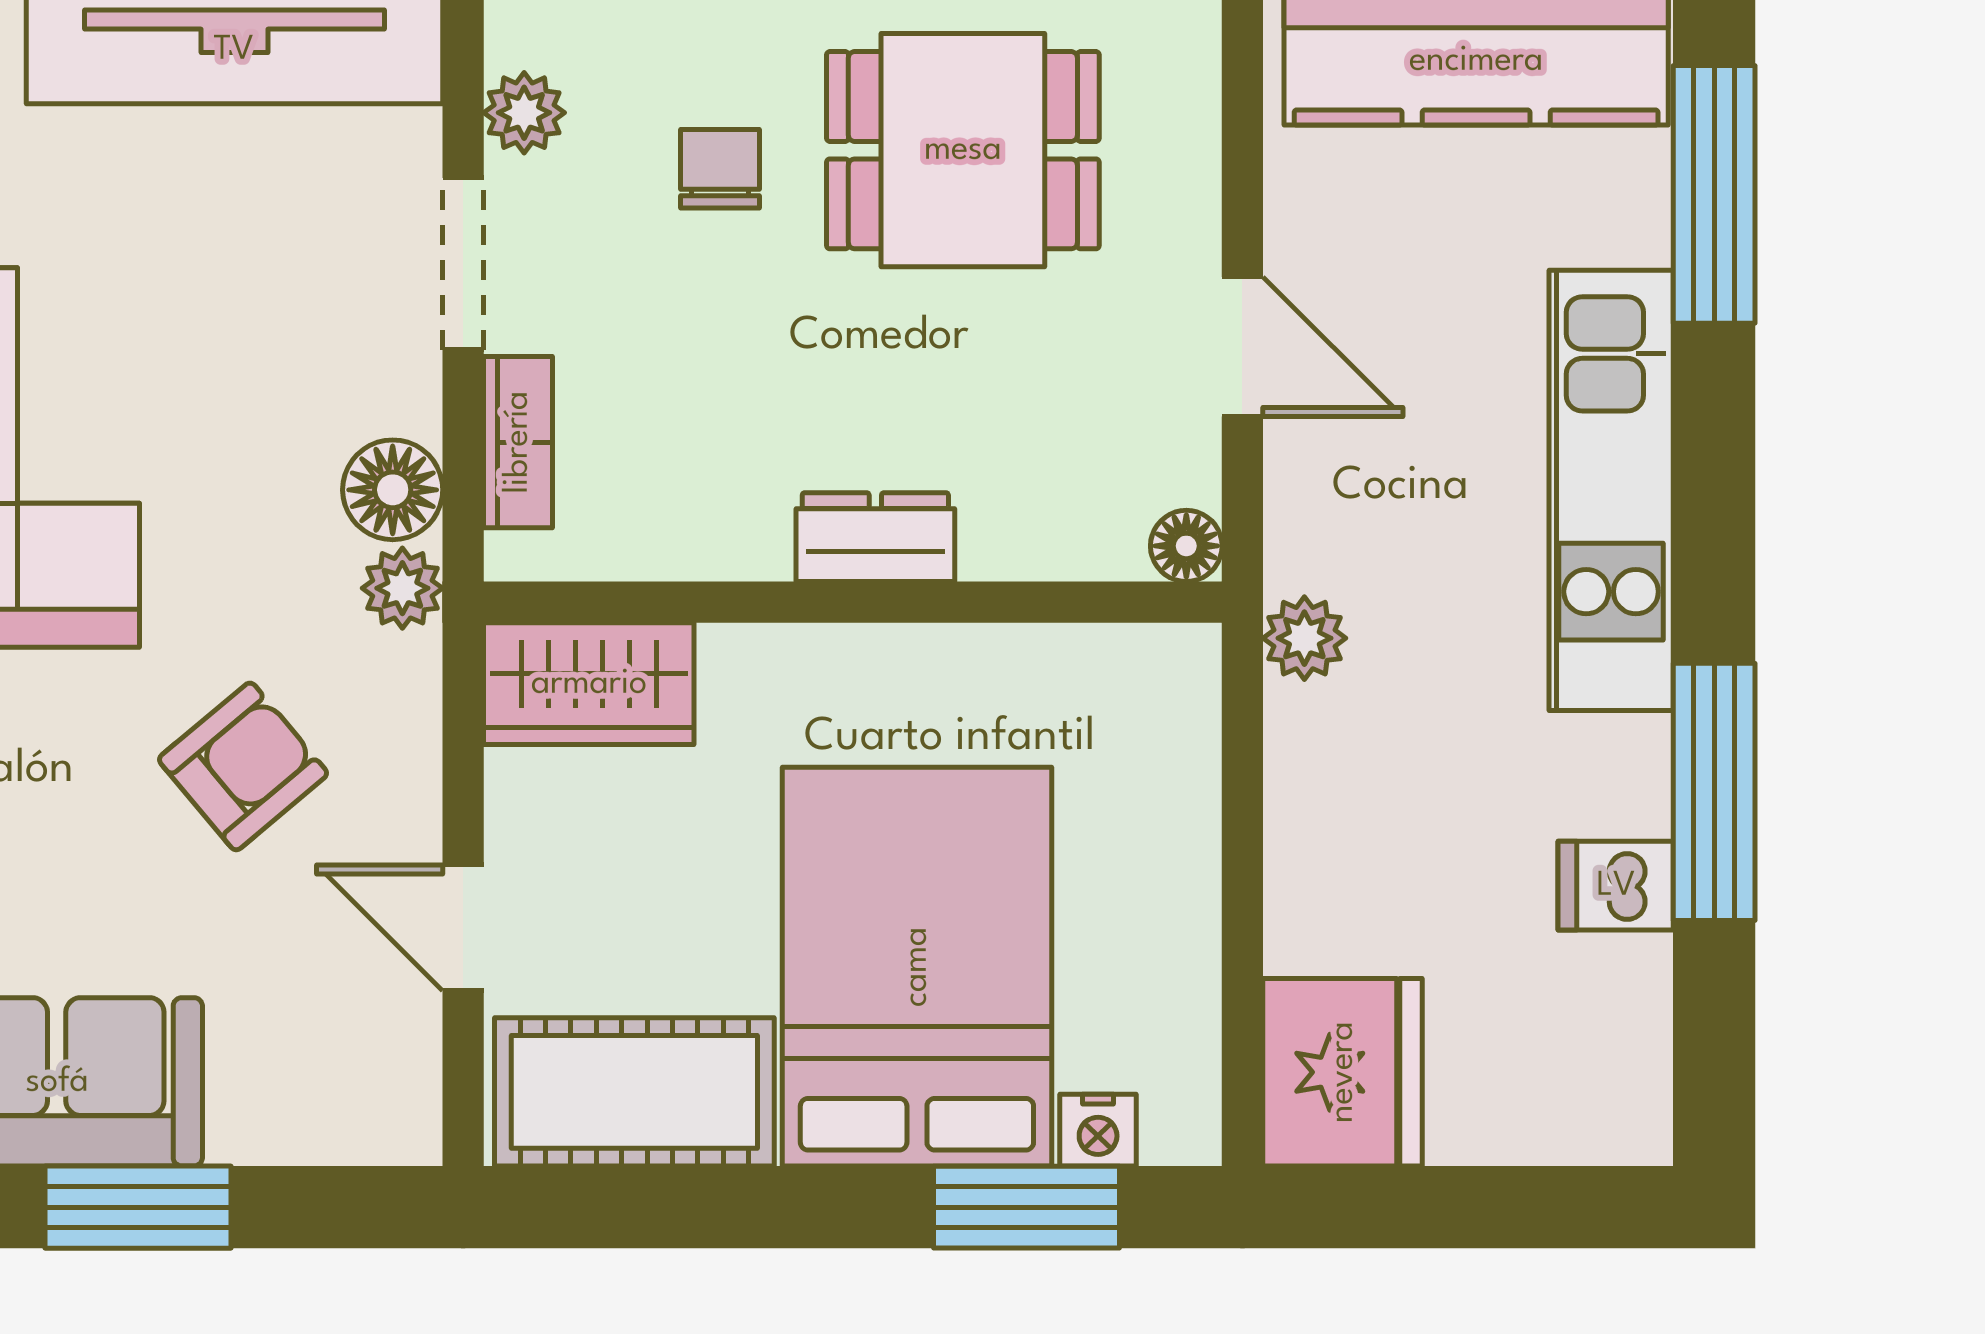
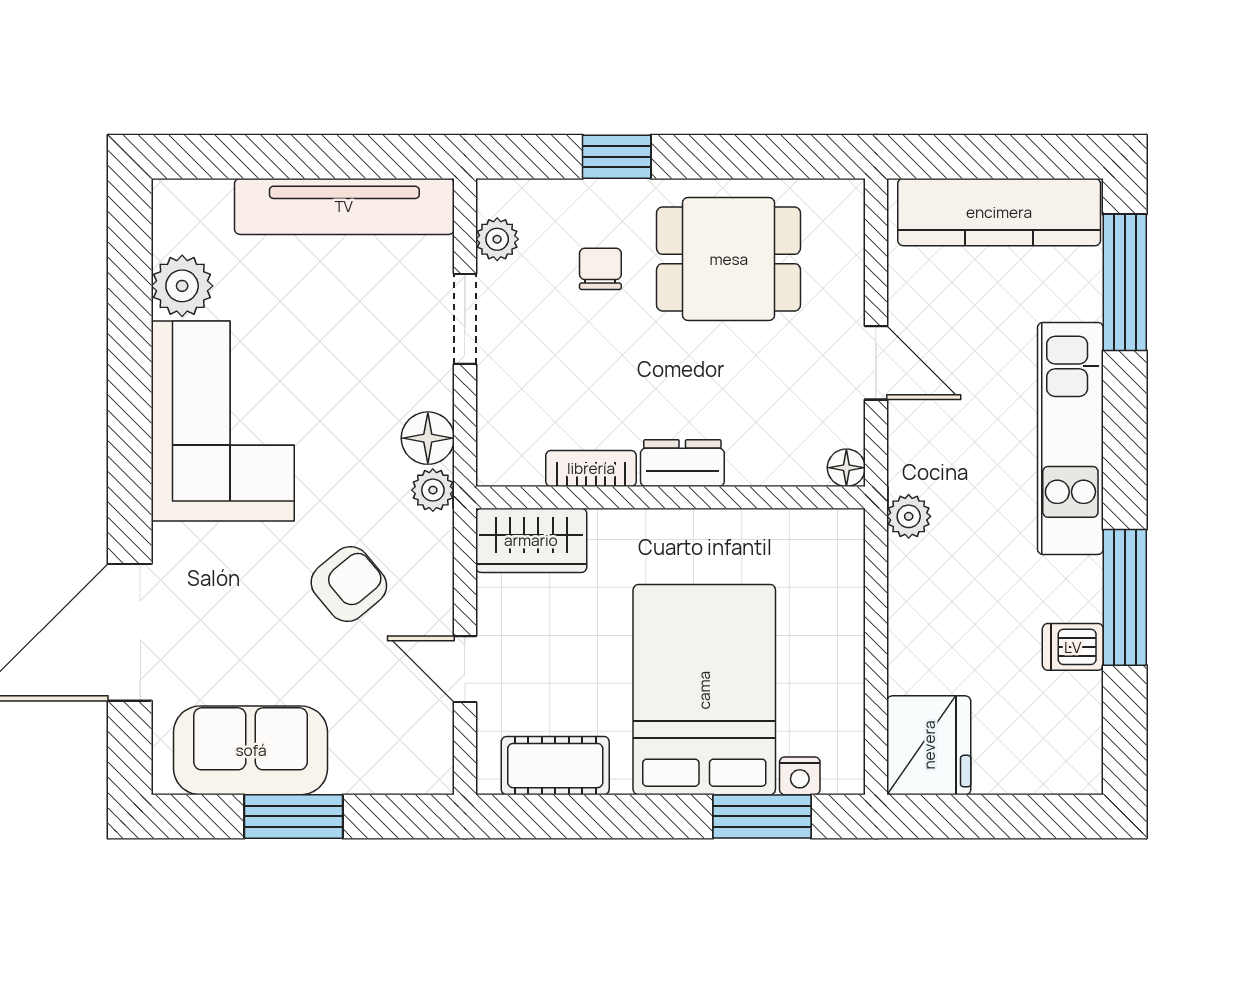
bookcase: (518, 442) -> (591, 468), moved, turned -90
cot: (634, 1092) -> (555, 766), width x0.73, depth x0.75

